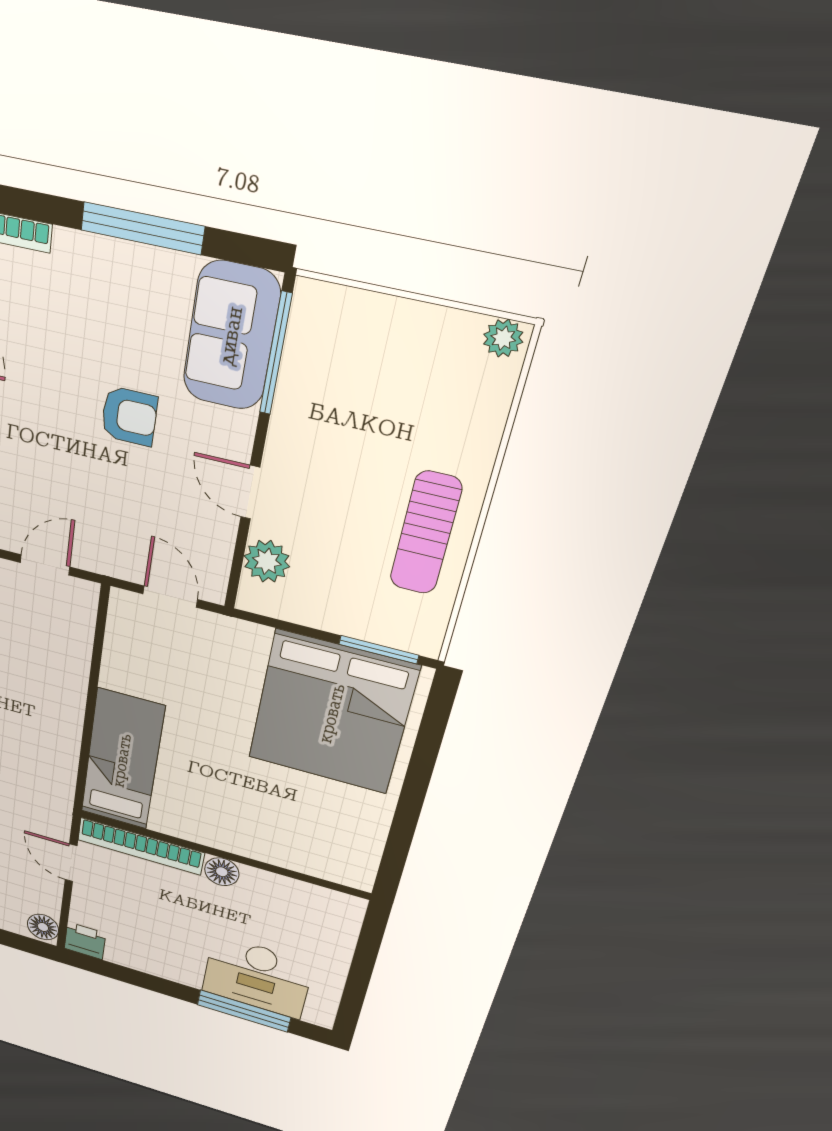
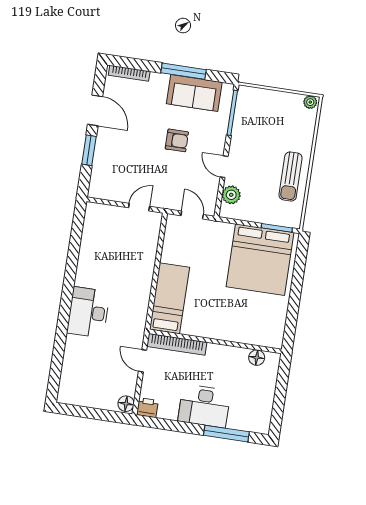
sofa: (231, 336) -> (194, 93), moved, turned -90
floor lamp: (222, 872) -> (257, 358), moved
desk: (257, 977) -> (204, 406), moved

